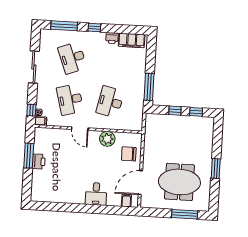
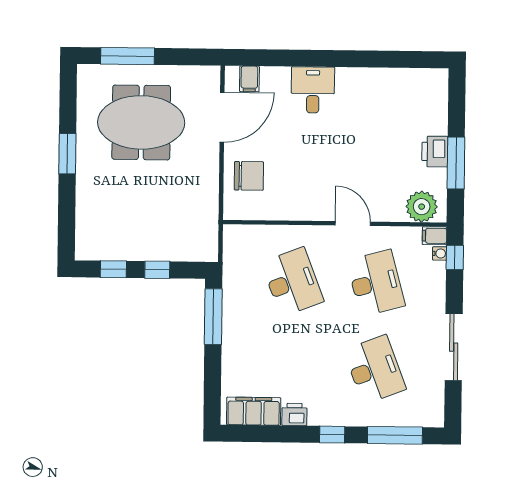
desk: (110, 102) -> (292, 282), turned -33
plant: (107, 139) -> (422, 207), moved

